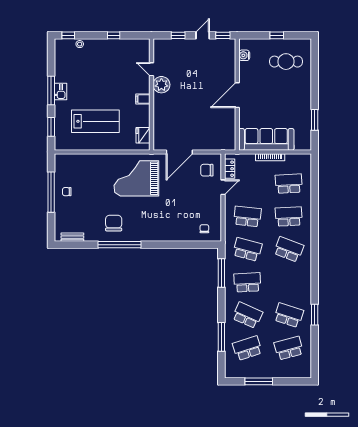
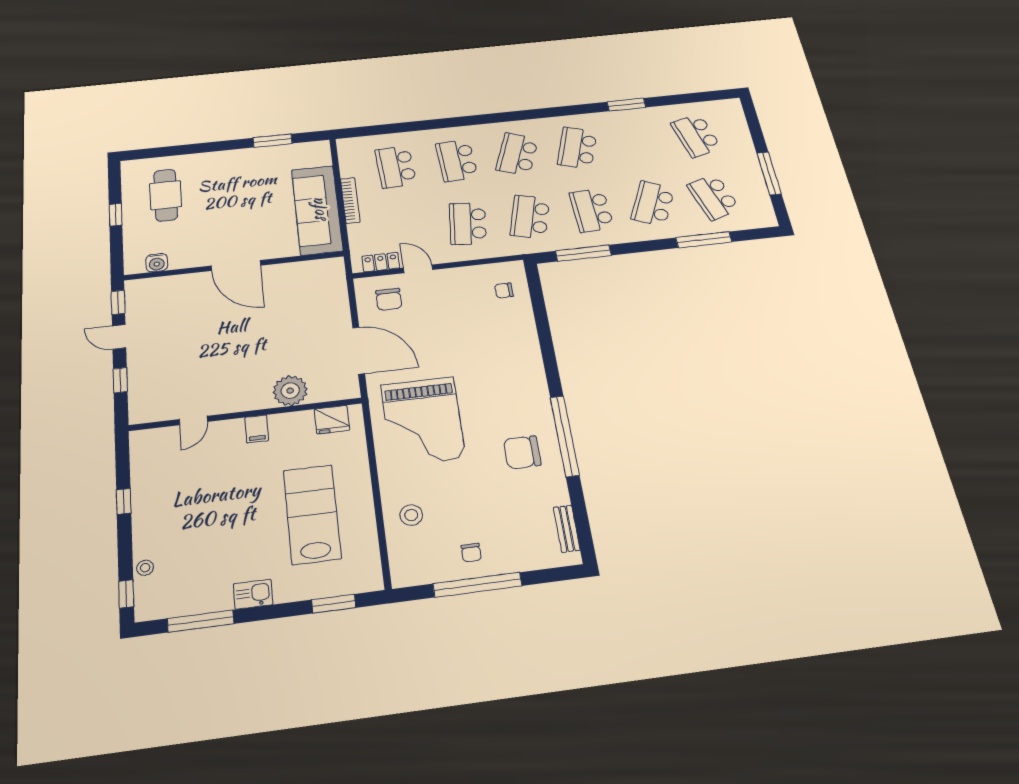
plant: (161, 85) -> (290, 391), moved
window: (51, 90) -> (201, 621), moved
stool: (89, 167) -> (411, 515), added
school desk: (289, 315) -> (577, 148), moved

